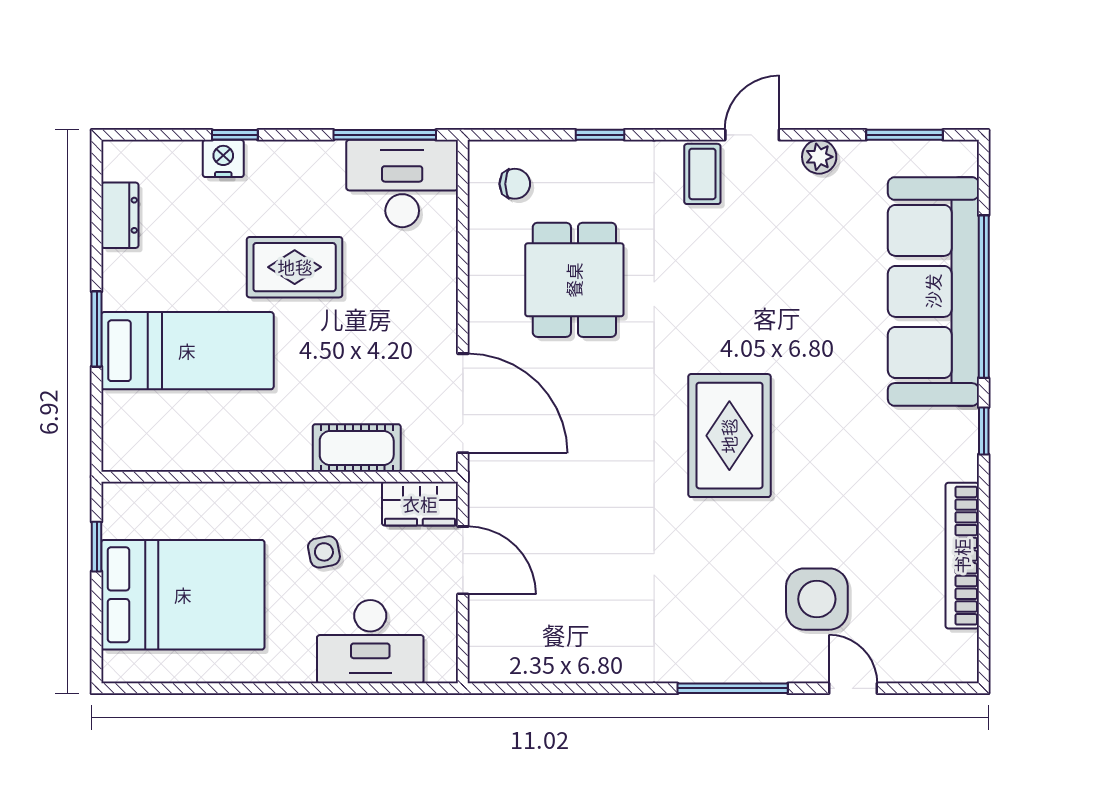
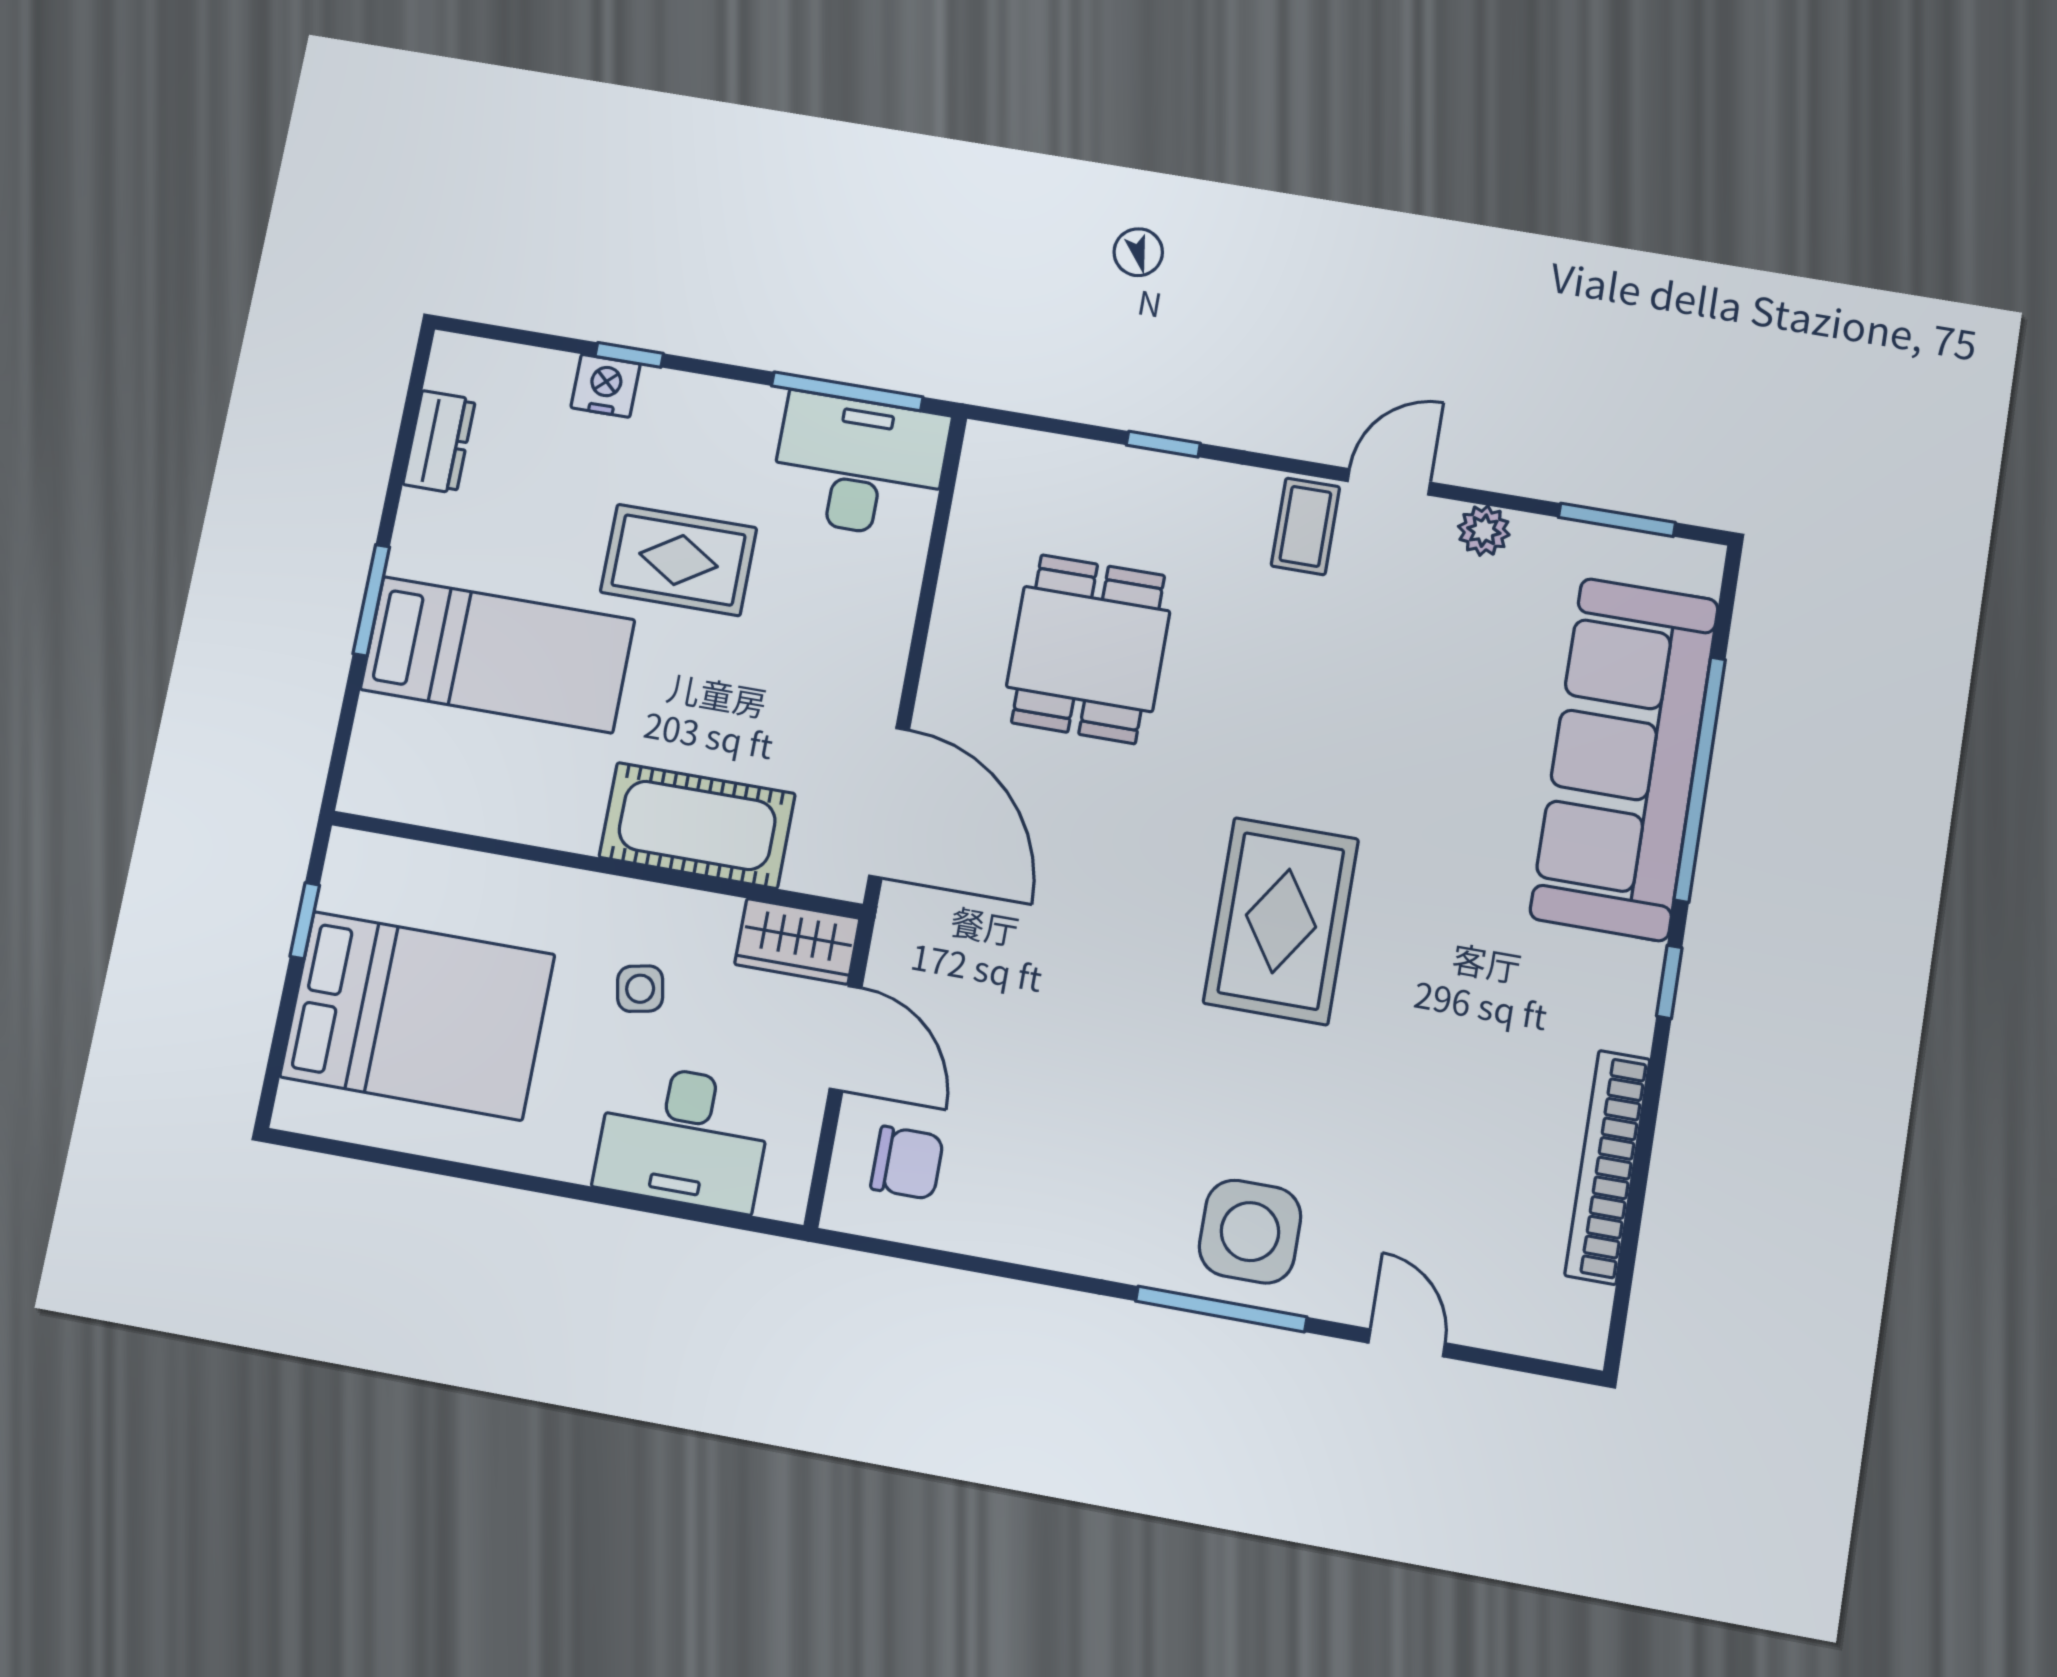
chair: (515, 184) -> (907, 1163), moved, width x1.37, depth x1.37
cot: (357, 448) -> (697, 825), width x1.37, depth x1.34
side table: (817, 599) -> (1250, 1232), moved

